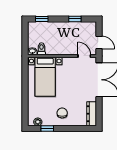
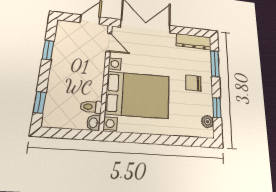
door: (84, 56) -> (109, 42), swing flipped
bed with nightstands: (45, 77) -> (138, 95), width x1.36
window: (77, 128) -> (215, 64), added

